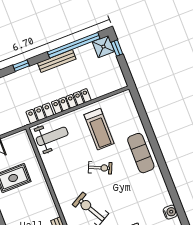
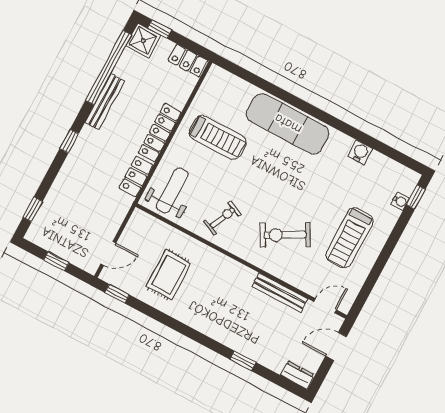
locker: (118, 77) -> (188, 61), added
exercise mat: (141, 153) -> (288, 124), width x1.36, depth x1.45
exercise bike: (100, 168) -> (222, 218), moved
water cooler: (170, 212) -> (360, 152), moved

